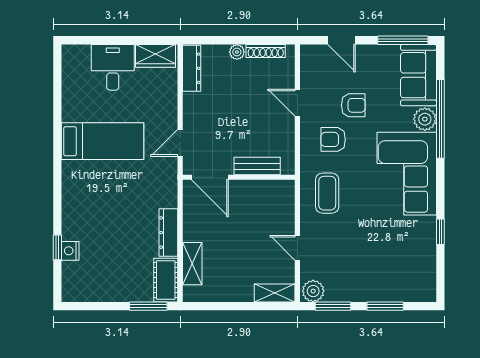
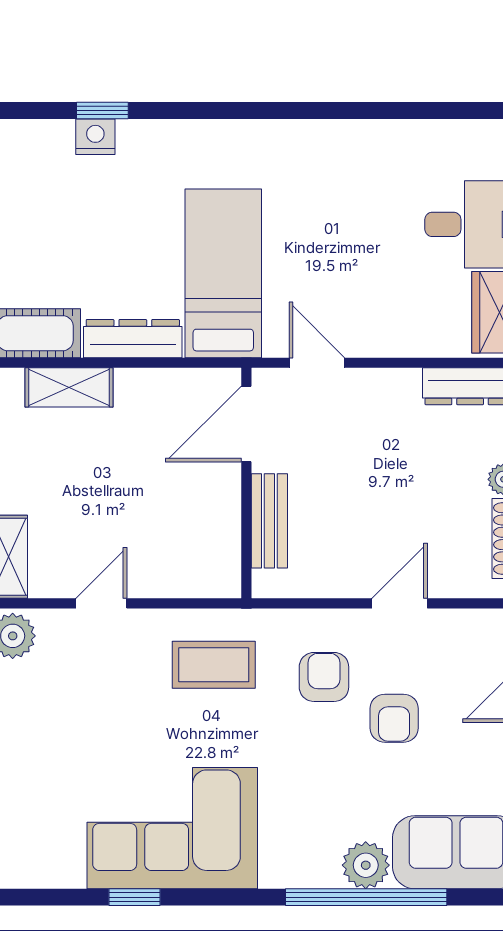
bed: (102, 141) -> (223, 273), moved, turned 180
corner sofa: (407, 174) -> (172, 828), moved

